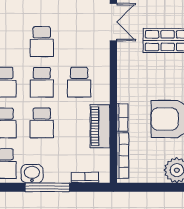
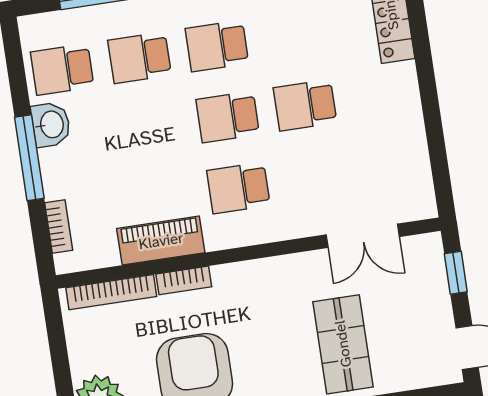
school desk: (42, 123) -> (150, 129), removed

